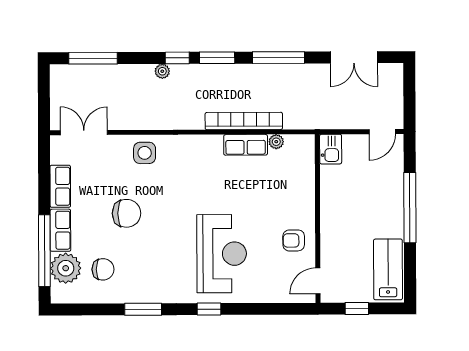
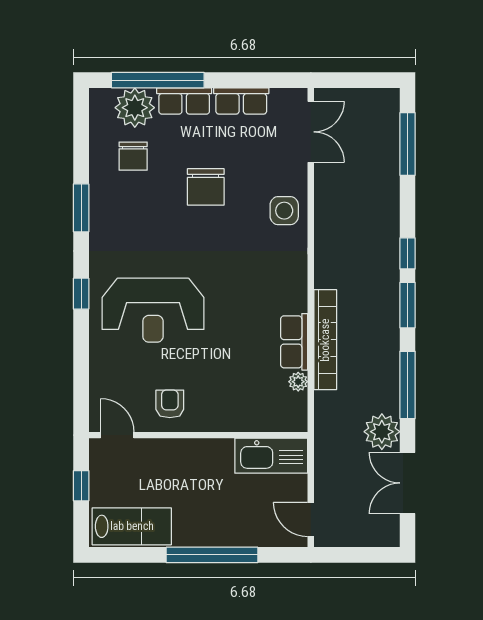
plant: (162, 71) -> (382, 432), moved, width x1.88, depth x1.88
kitchen sink: (331, 149) -> (271, 456), width x1.88, depth x1.24

